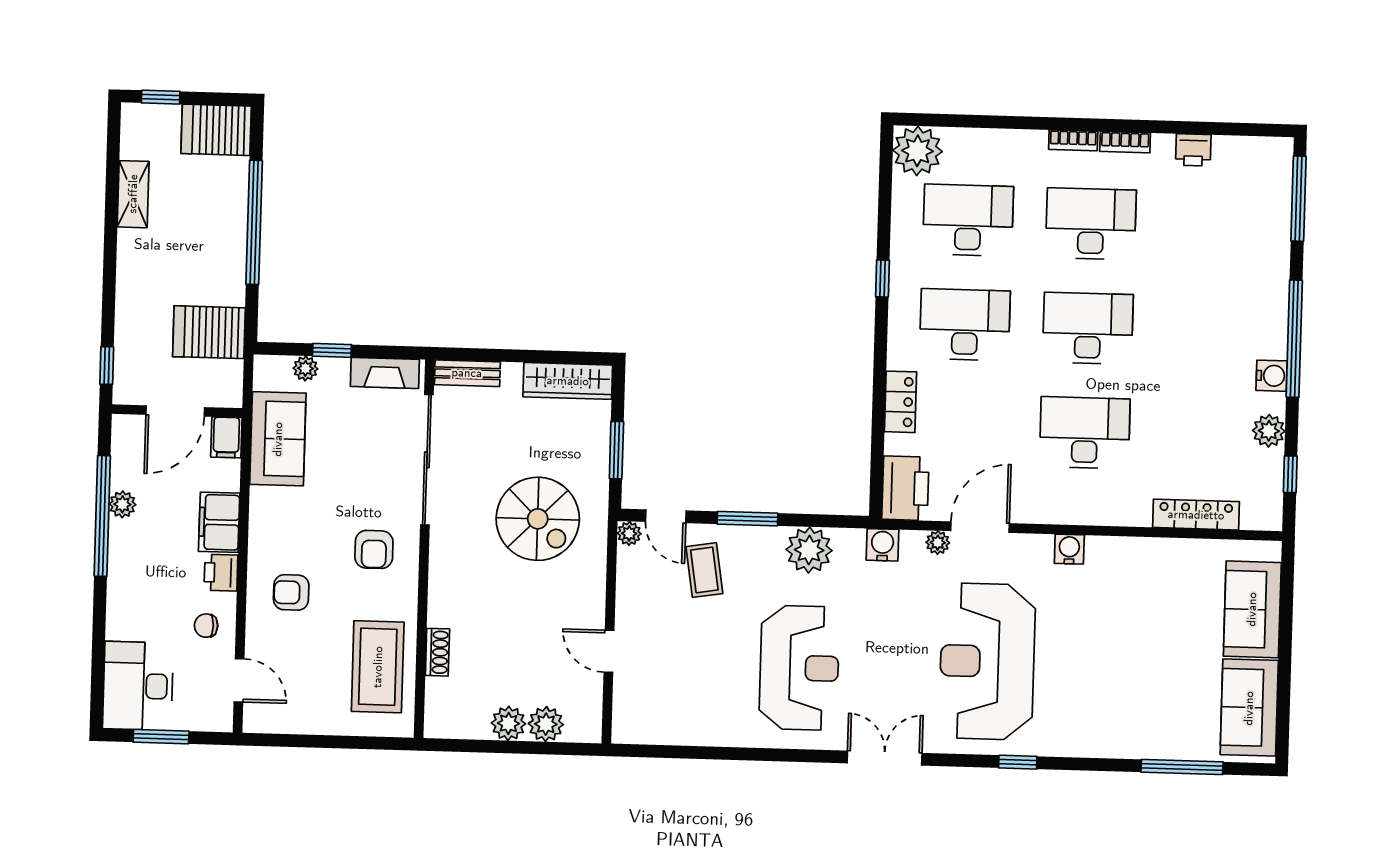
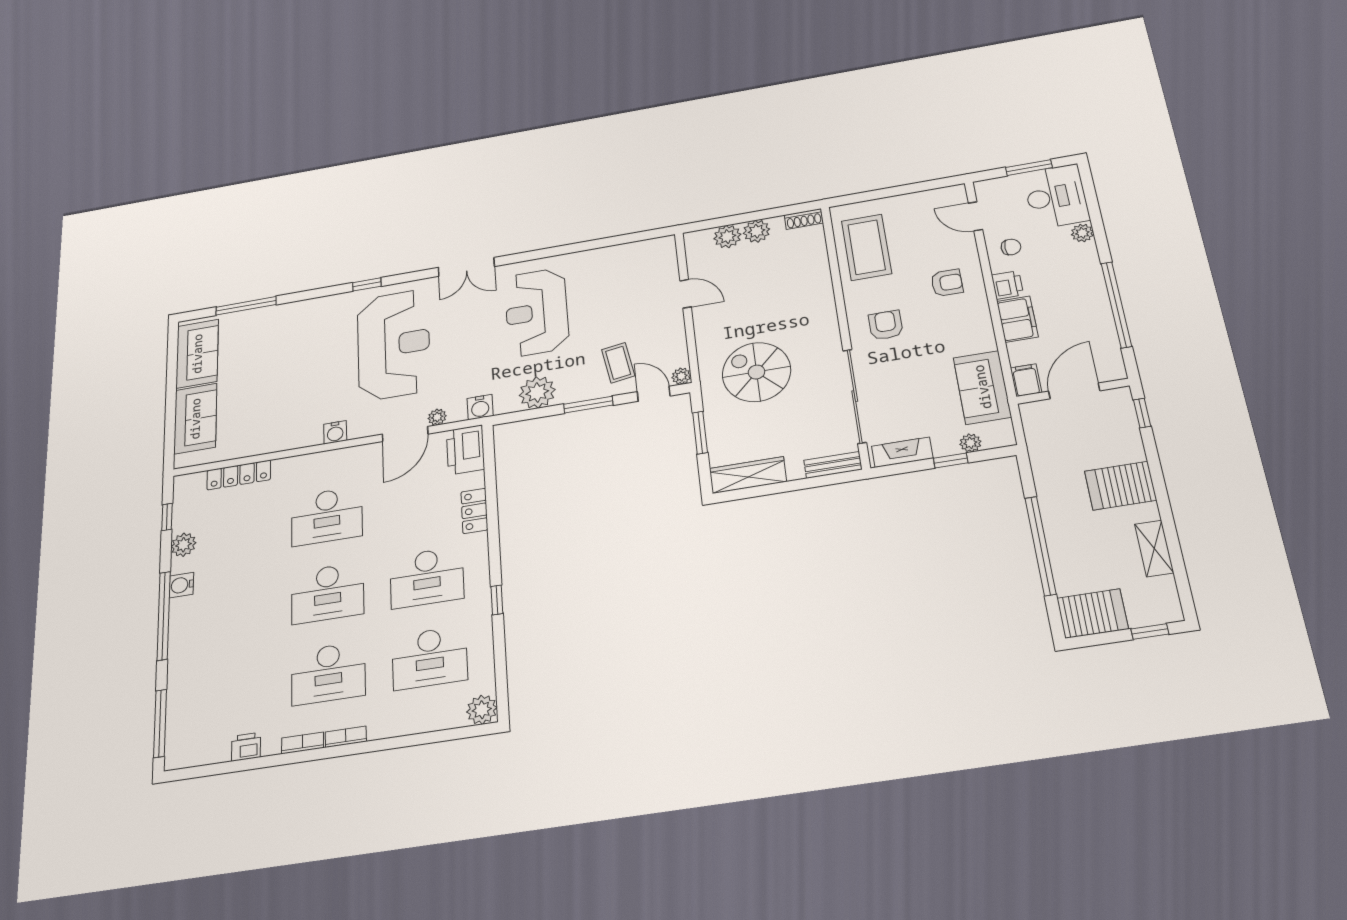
plant: (917, 151) -> (482, 710), width x0.73, depth x0.73
server rack: (209, 332) -> (1121, 486), moved, turned 180
plant: (122, 504) -> (1082, 233), moved
shoe rack: (437, 652) -> (804, 219), moved, turned -90

